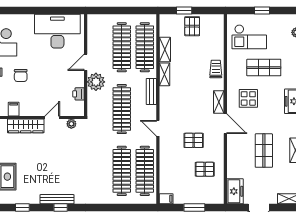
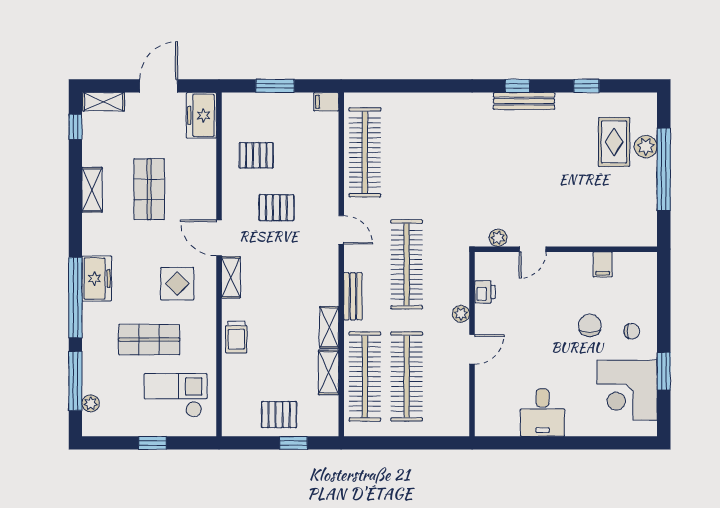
pallet: (192, 26) -> (279, 415), turned 90
desk: (57, 31) -> (543, 413), width x0.53, depth x0.77
plant: (96, 82) -> (461, 314), width x0.53, depth x0.53
wardrobe: (26, 126) -> (581, 234), removed
clothes rail: (122, 171) -> (407, 152), removed

